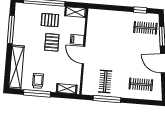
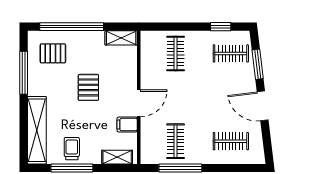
pallet: (50, 20) -> (53, 53), moved
clothes rail: (110, 25) -> (176, 53), added
filing cabinet: (77, 40) -> (127, 125), moved
door: (84, 55) -> (139, 103), swing flipped

